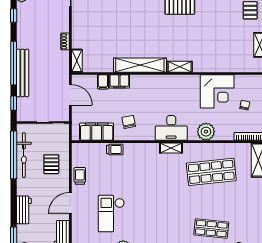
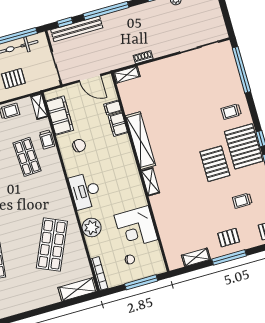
bench: (23, 73) -> (77, 29), moved
door: (70, 95) -> (90, 78), hinge flipped
shelving: (171, 148) -> (39, 106), moved
shop shelf: (126, 172) -> (27, 157), added
shop shelf: (211, 172) -> (52, 245), turned 30

